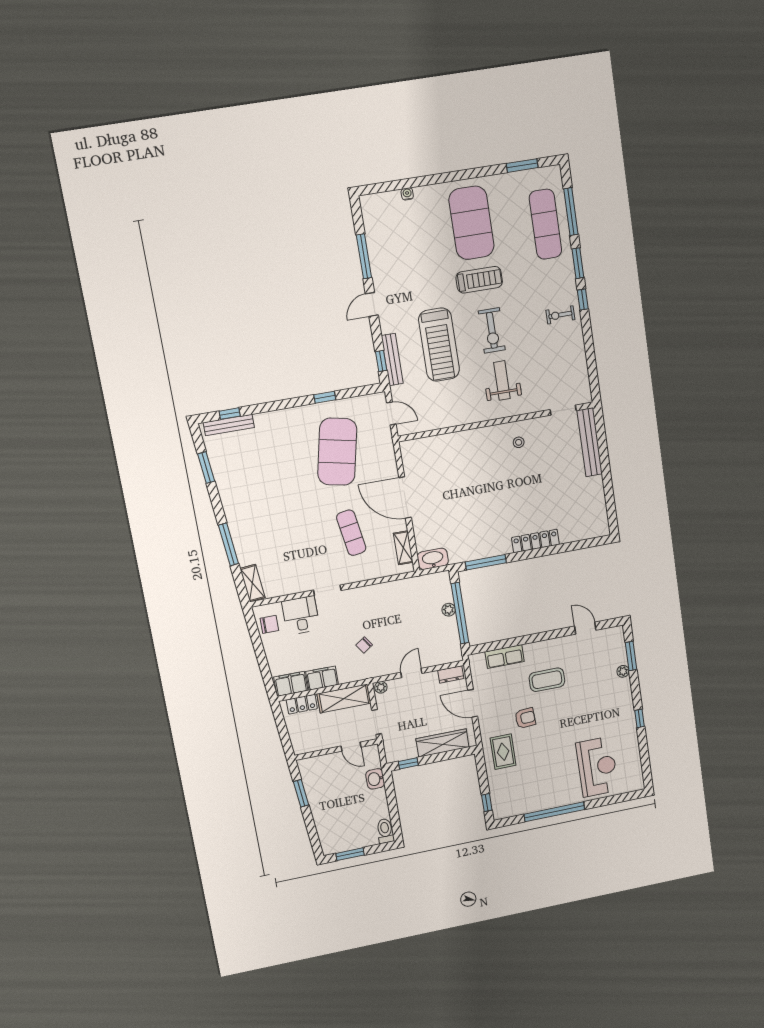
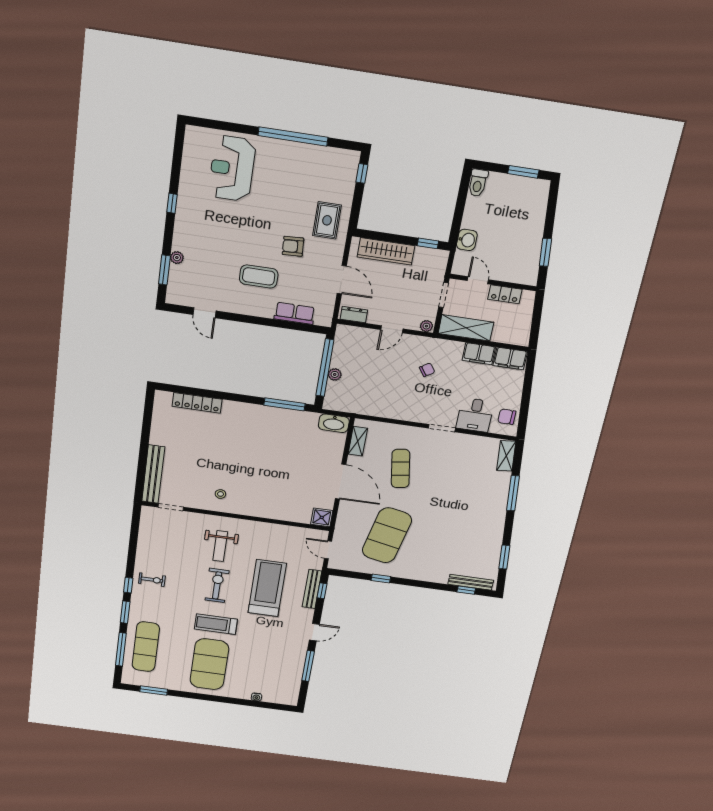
shower: (410, 450) -> (322, 517), added
locker: (535, 541) -> (197, 403), moved
locker: (302, 704) -> (505, 294), moved, turned 180

